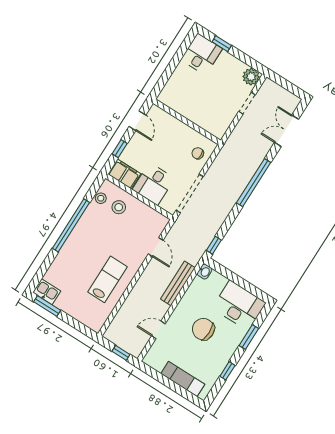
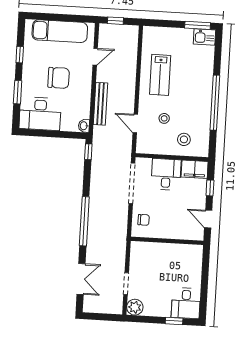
stool: (101, 198) -> (164, 118), moved
exam couch: (183, 379) -> (60, 31), width x1.36, depth x1.45

